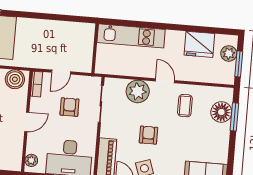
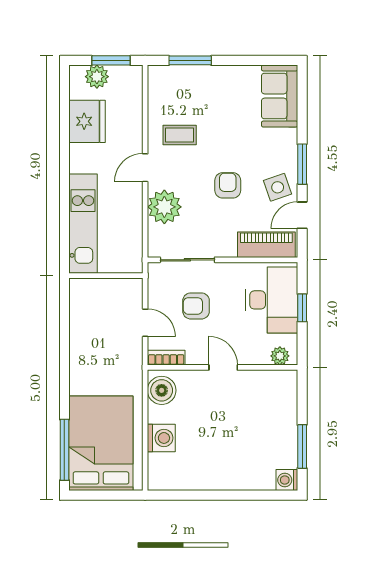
floor lamp: (221, 112) -> (185, 80), removed
armchair: (148, 135) -> (228, 185), turned 90

